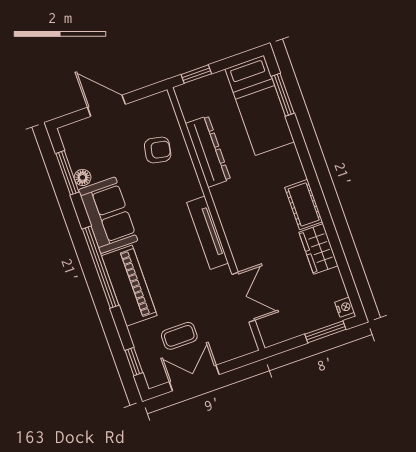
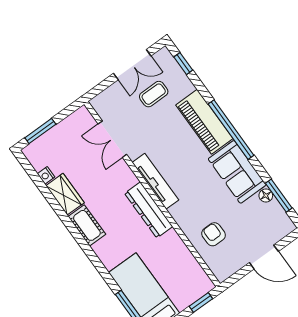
armchair: (158, 150) -> (214, 234), turned 79
dresser: (208, 151) -> (149, 210), moved
nightstand: (345, 307) -> (46, 175), moved

